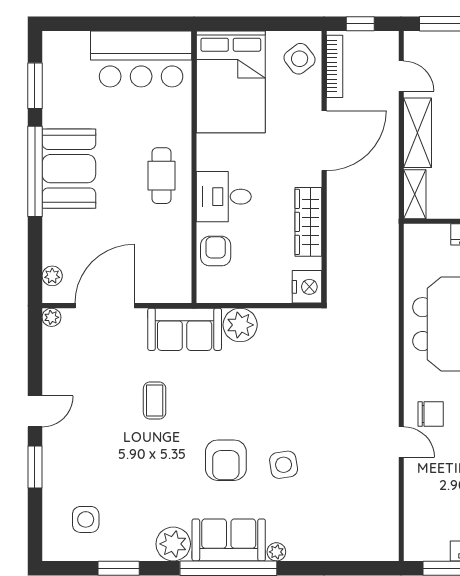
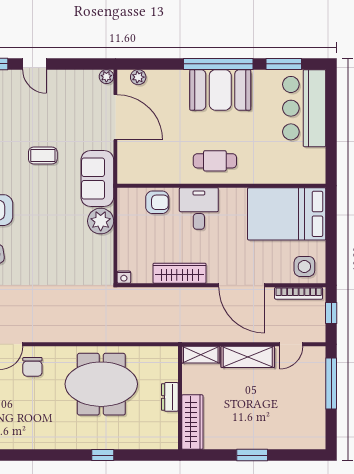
bar counter: (141, 59) -> (304, 108), moved
side table: (300, 59) -> (304, 266), turned 38
nightstand: (307, 287) -> (124, 277), width x0.53, depth x0.56

